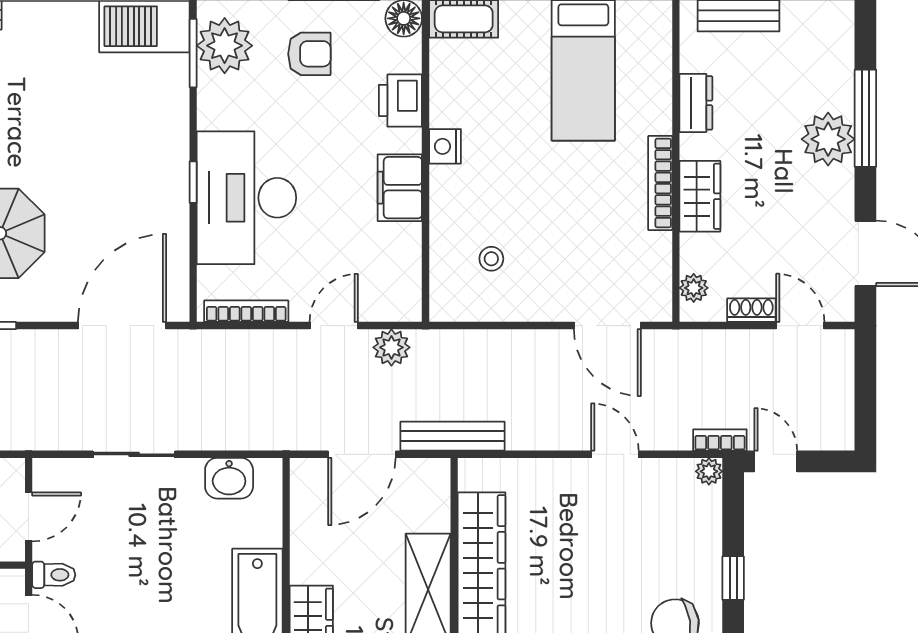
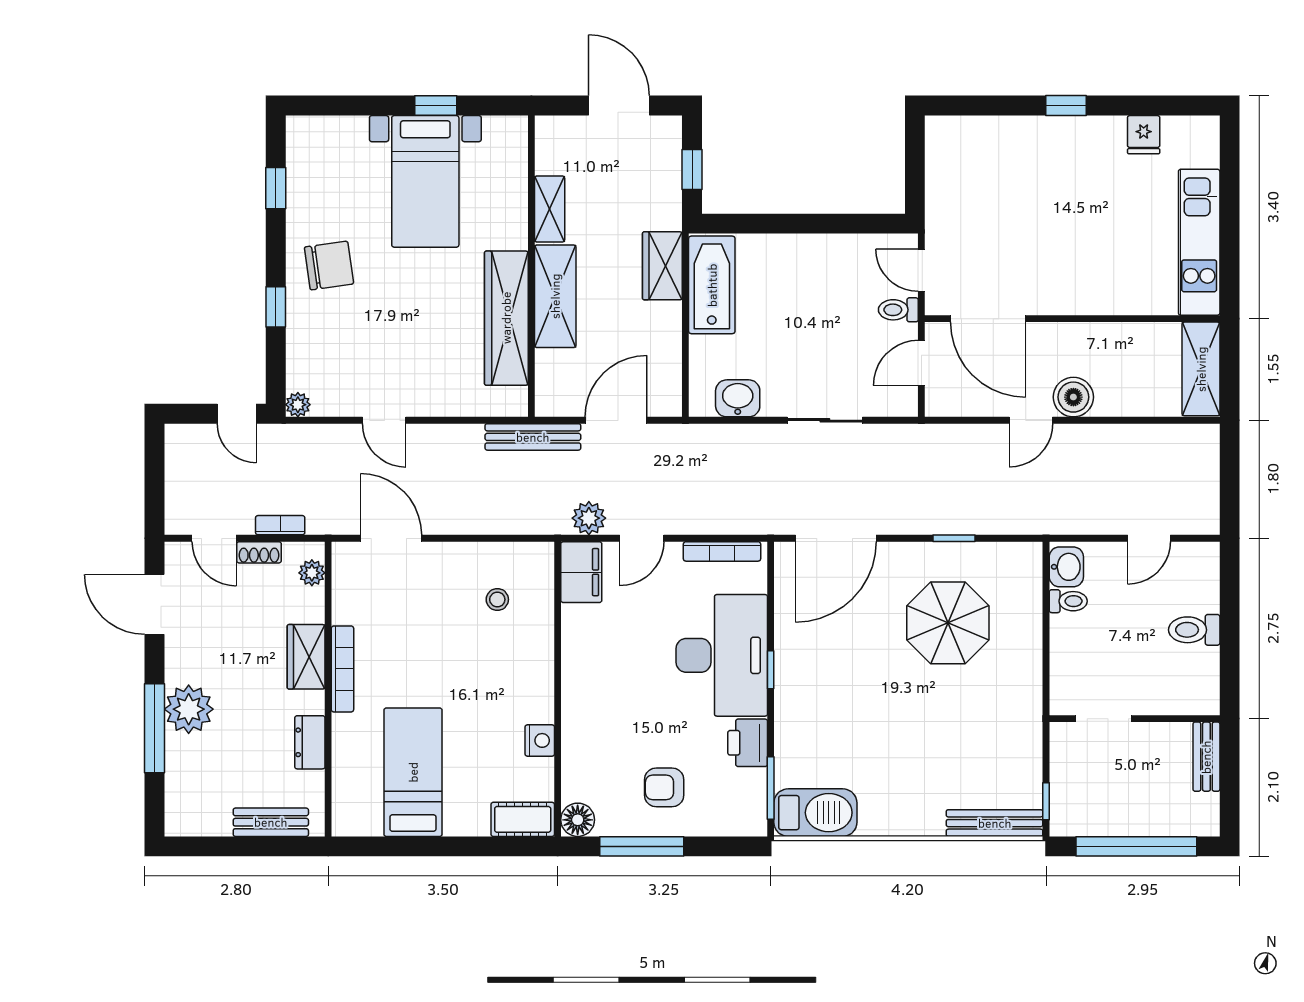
plant: (225, 46) -> (742, 795), removed
printer: (400, 100) -> (748, 743), moved, turned 180
nightstand: (445, 146) -> (540, 740), moved
filing cabinet: (400, 188) -> (581, 572), moved
bookcase: (720, 440) -> (280, 525), moved, turned 180

